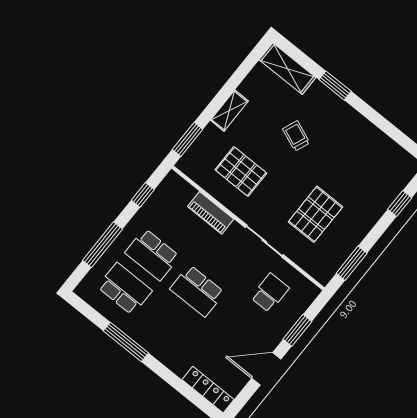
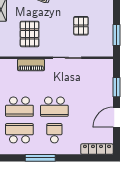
pallet: (241, 171) -> (30, 34), turned 90
pallet: (315, 214) -> (81, 26), width x0.67, depth x0.71
school desk: (270, 293) -> (54, 133), moved

